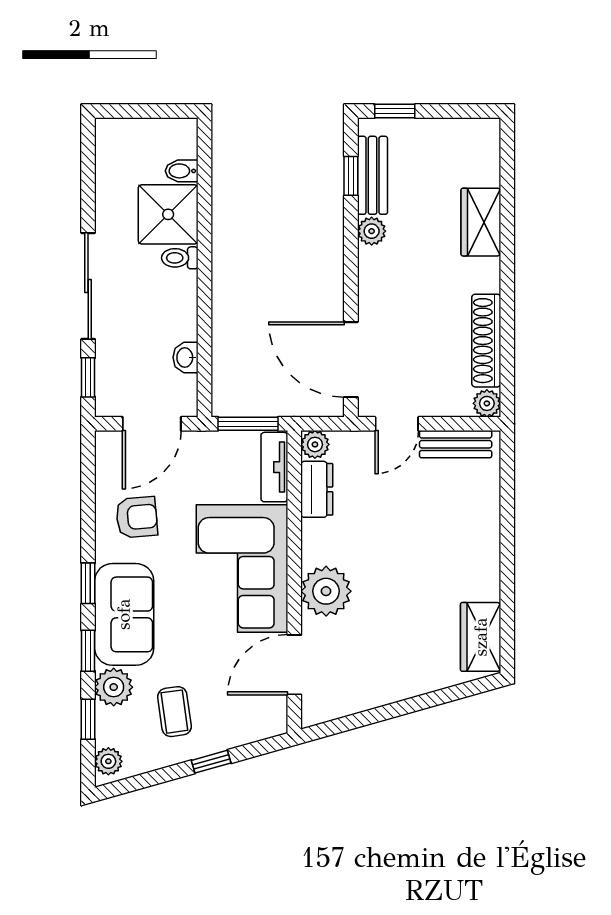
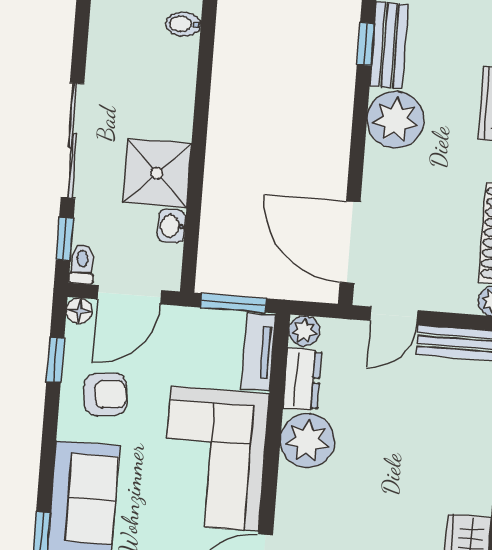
shower: (168, 214) -> (157, 173), moved
plant: (372, 231) -> (396, 120), width x1.88, depth x1.88
toilet: (180, 258) -> (82, 264), moved, turned 90
floor lamp: (107, 442) -> (79, 311), added
window: (88, 583) -> (55, 360), moved
plant: (326, 591) -> (307, 441), moved

